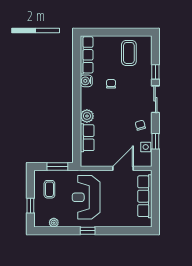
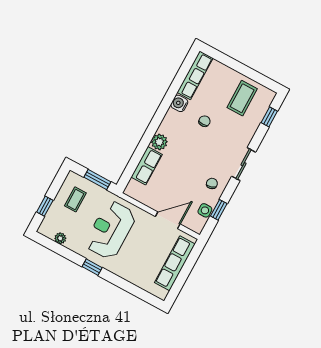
window: (155, 72) -> (269, 117), moved

